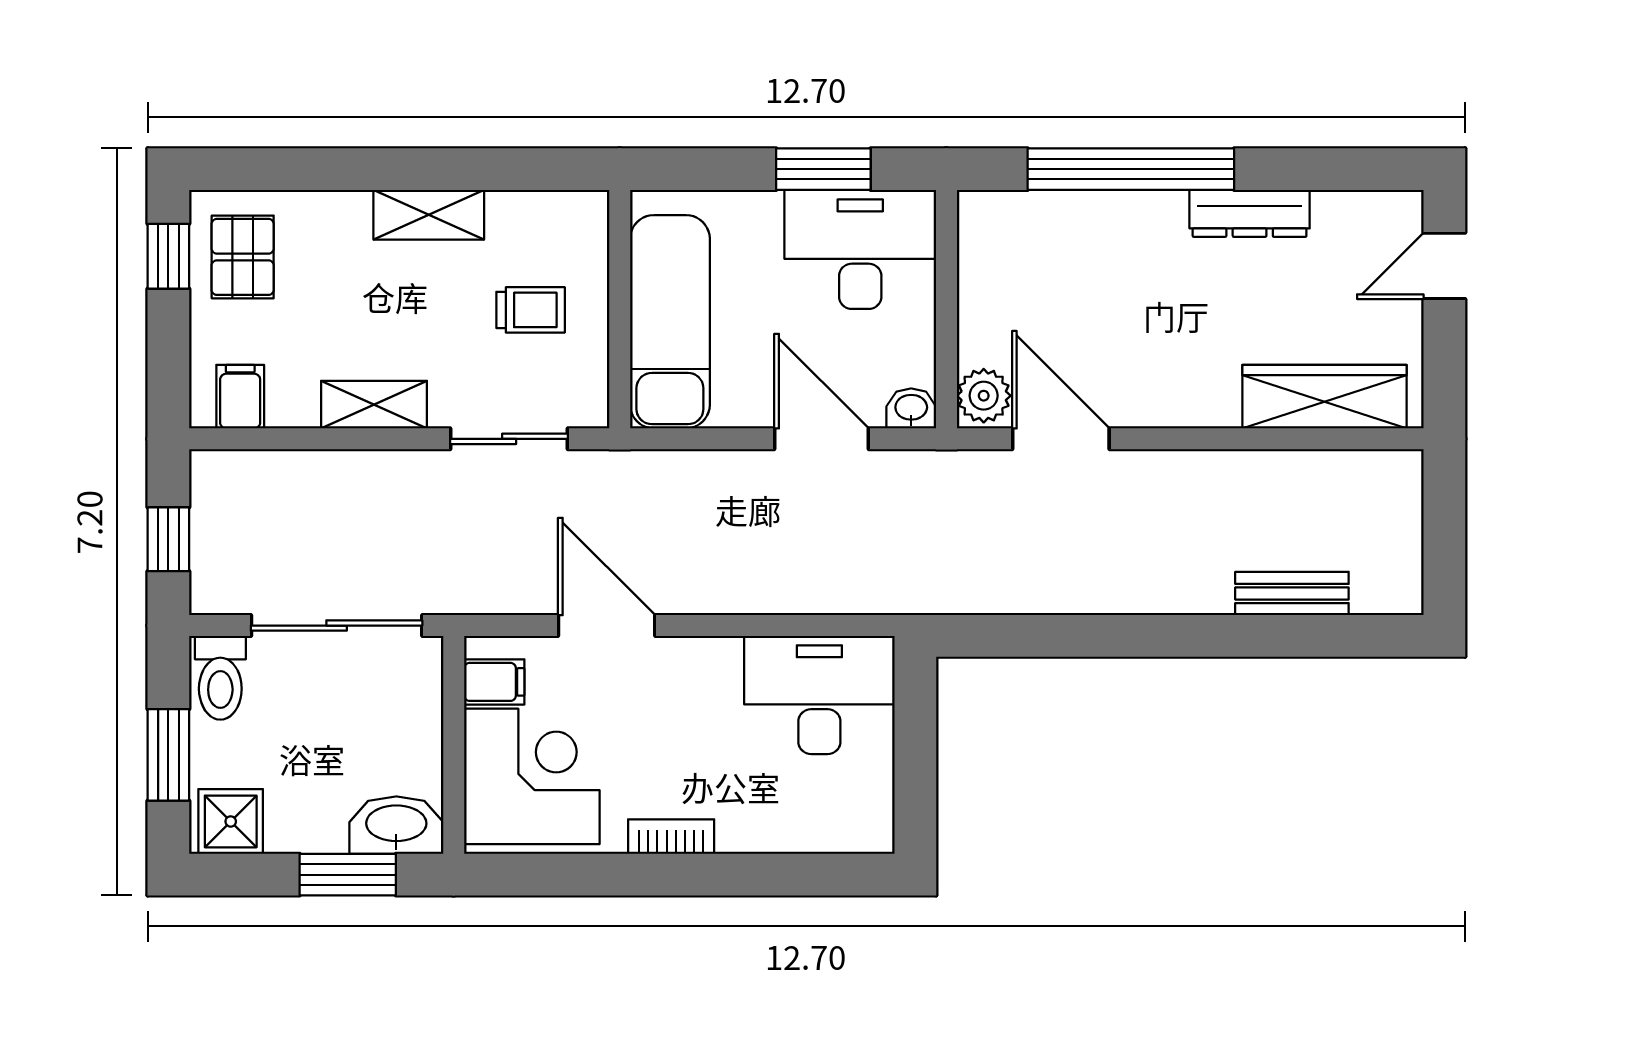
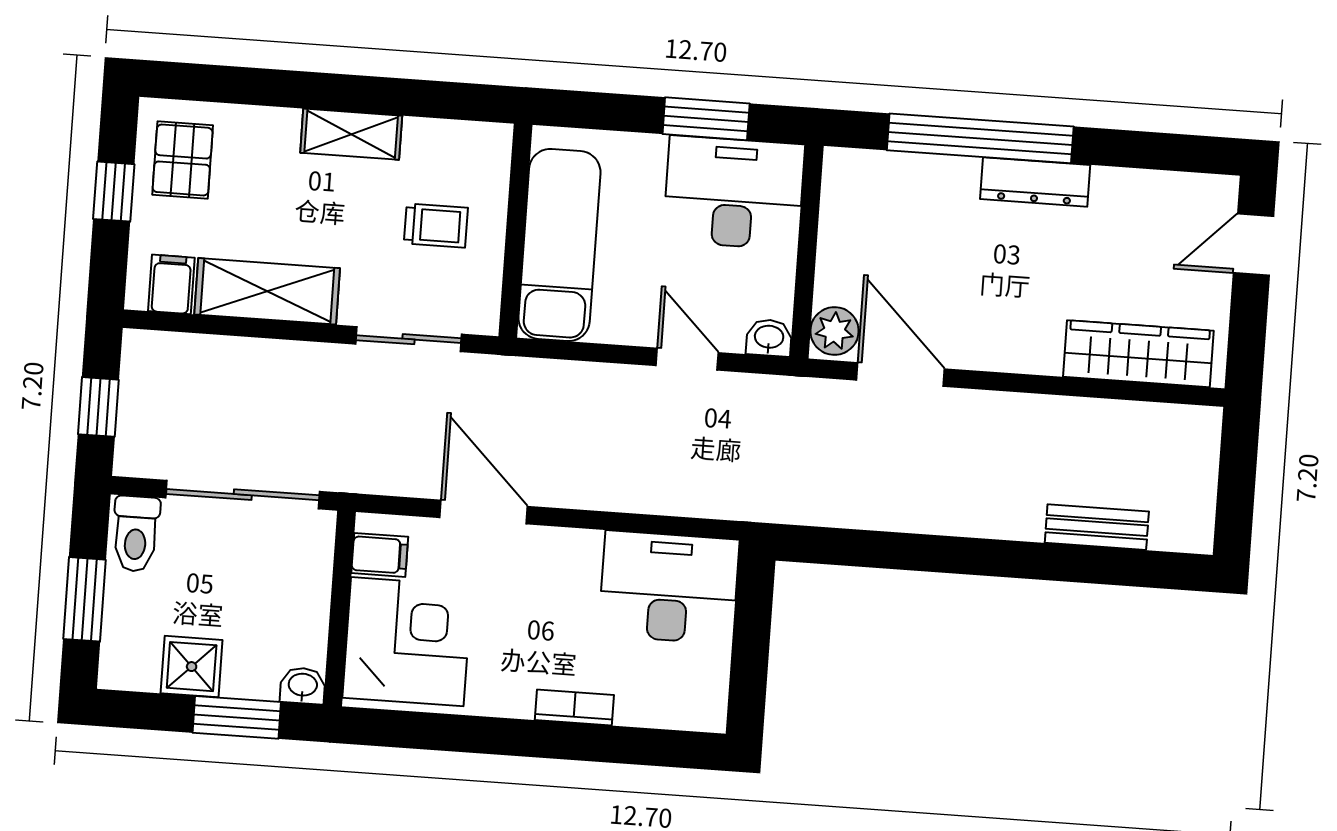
dresser: (1250, 213) -> (1035, 182), moved
window: (168, 256) -> (114, 192), moved
shelving: (374, 405) -> (267, 291), width x1.50, depth x1.33
door: (822, 439) -> (687, 359), width x0.73
shower: (231, 821) -> (192, 667), moved
washbasin: (396, 825) -> (303, 686), width x0.52, depth x0.69
bookcase: (671, 837) -> (574, 708), moved

